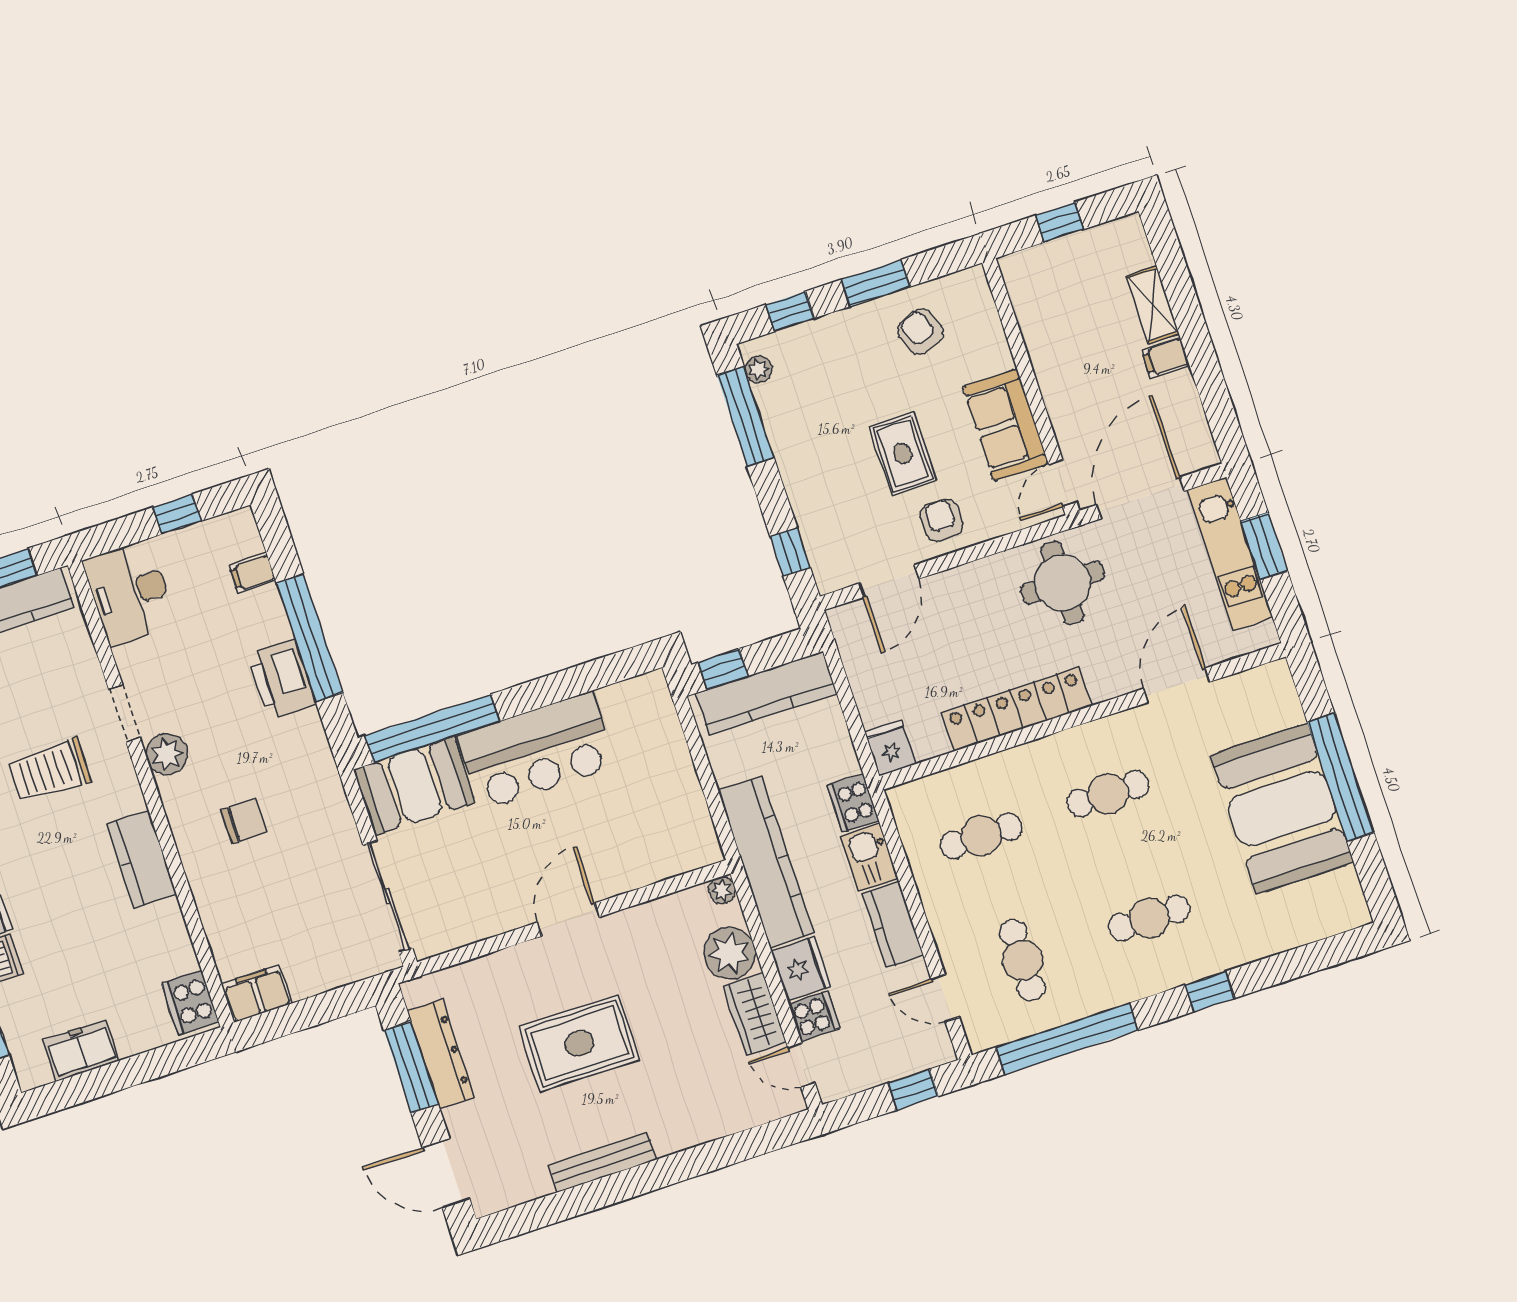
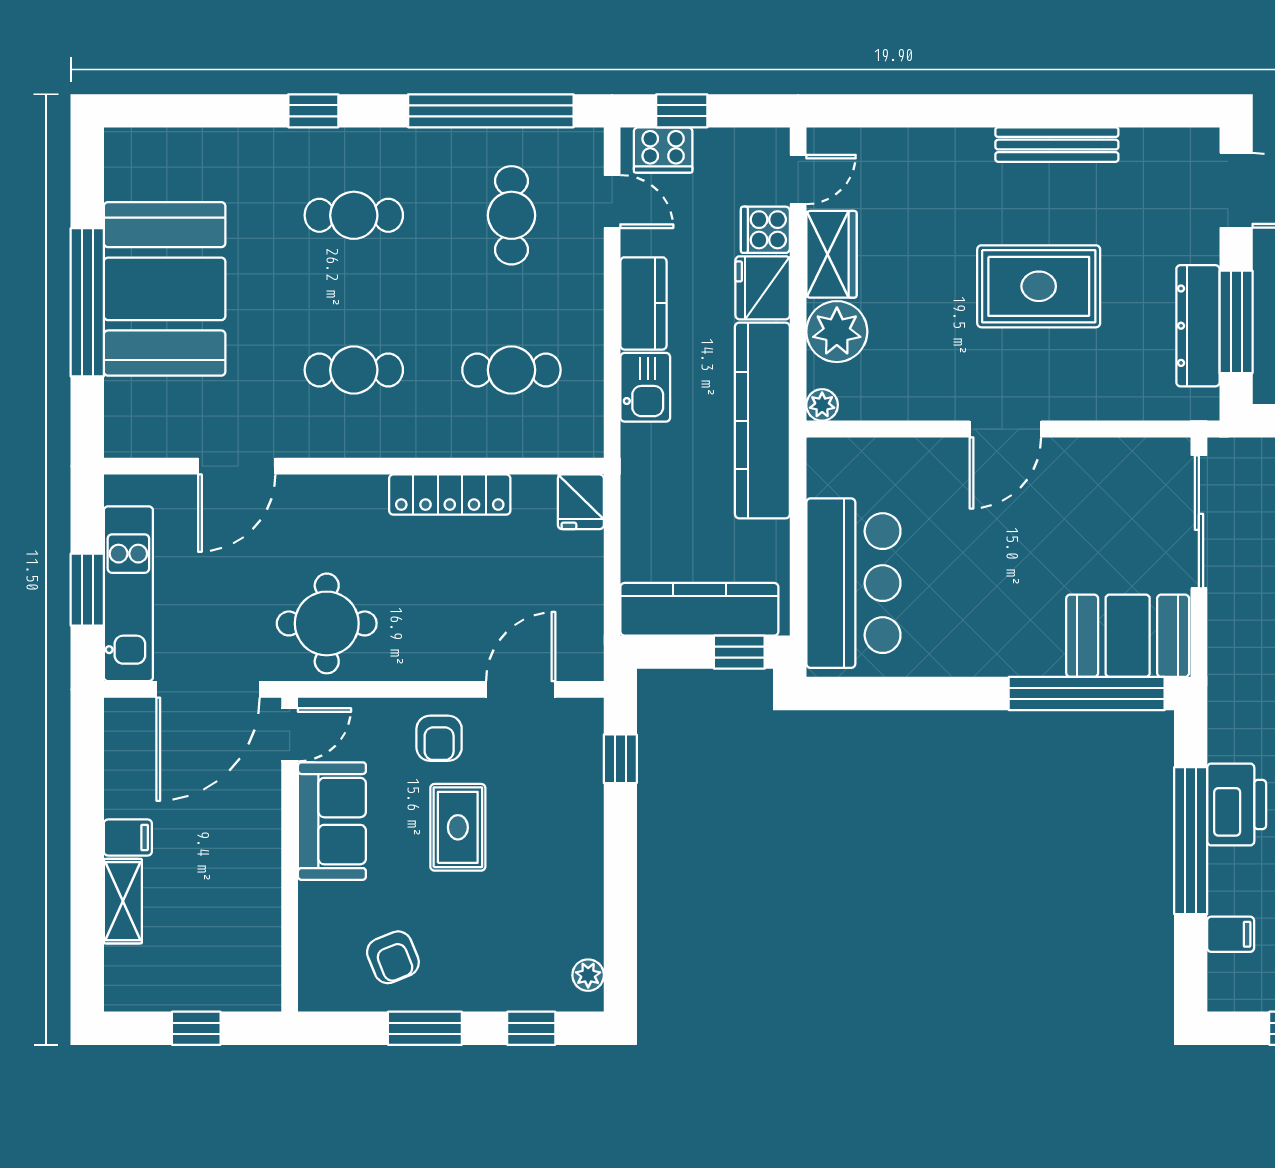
window: (745, 416) -> (620, 927), removed
locker: (1017, 709) -> (450, 495), width x0.71, depth x0.83
bar counter: (537, 751) -> (853, 583), moved, turned 90
cooker: (853, 803) -> (663, 150), moved, turned 90
door: (801, 1065) -> (798, 179), hinge flipped

